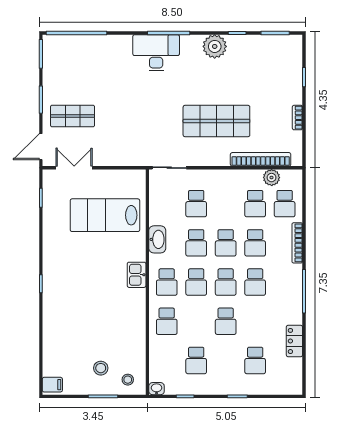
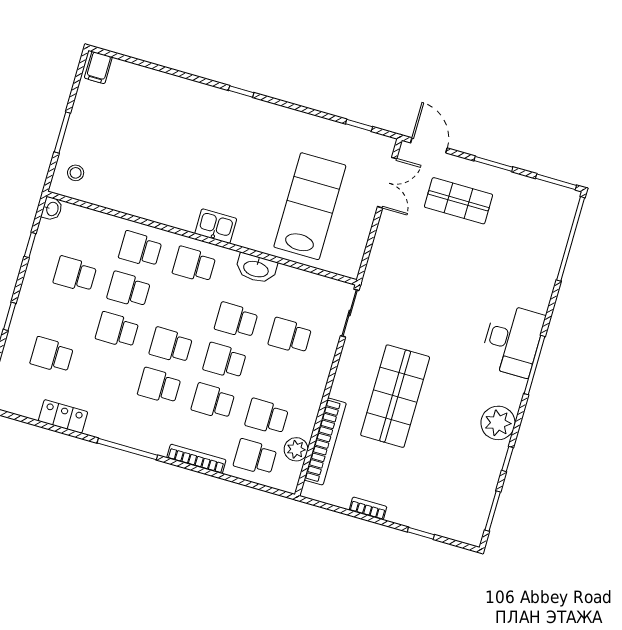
shop shelf: (73, 116) -> (459, 201), turned 90
school desk: (196, 282) -> (129, 290), moved
stool: (101, 368) -> (102, 140), removed

